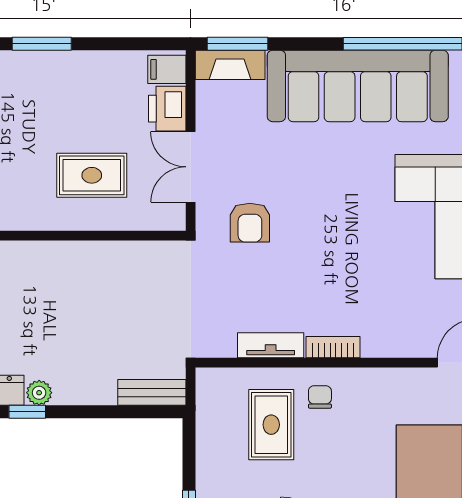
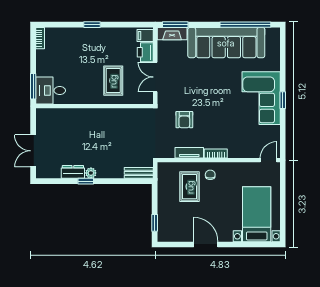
window: (42, 44) -> (92, 25), width x0.67
rug: (92, 175) -> (113, 81), turned 90
armchair: (250, 223) -> (184, 120), moved

